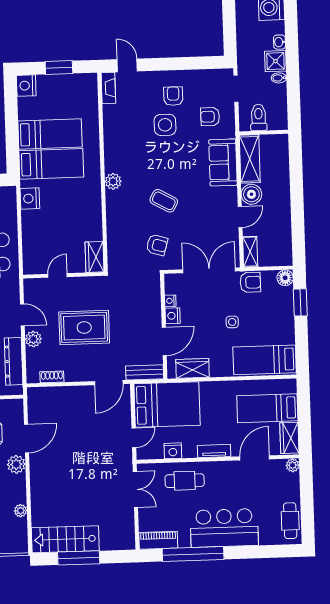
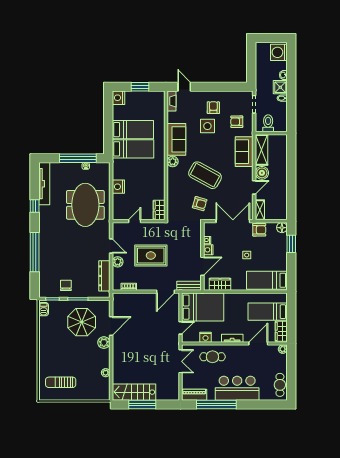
sofa: (118, 147) -> (176, 139), added
nightstand: (30, 199) -> (118, 187), moved
coffee table: (164, 201) -> (205, 175), width x1.86, depth x1.72

